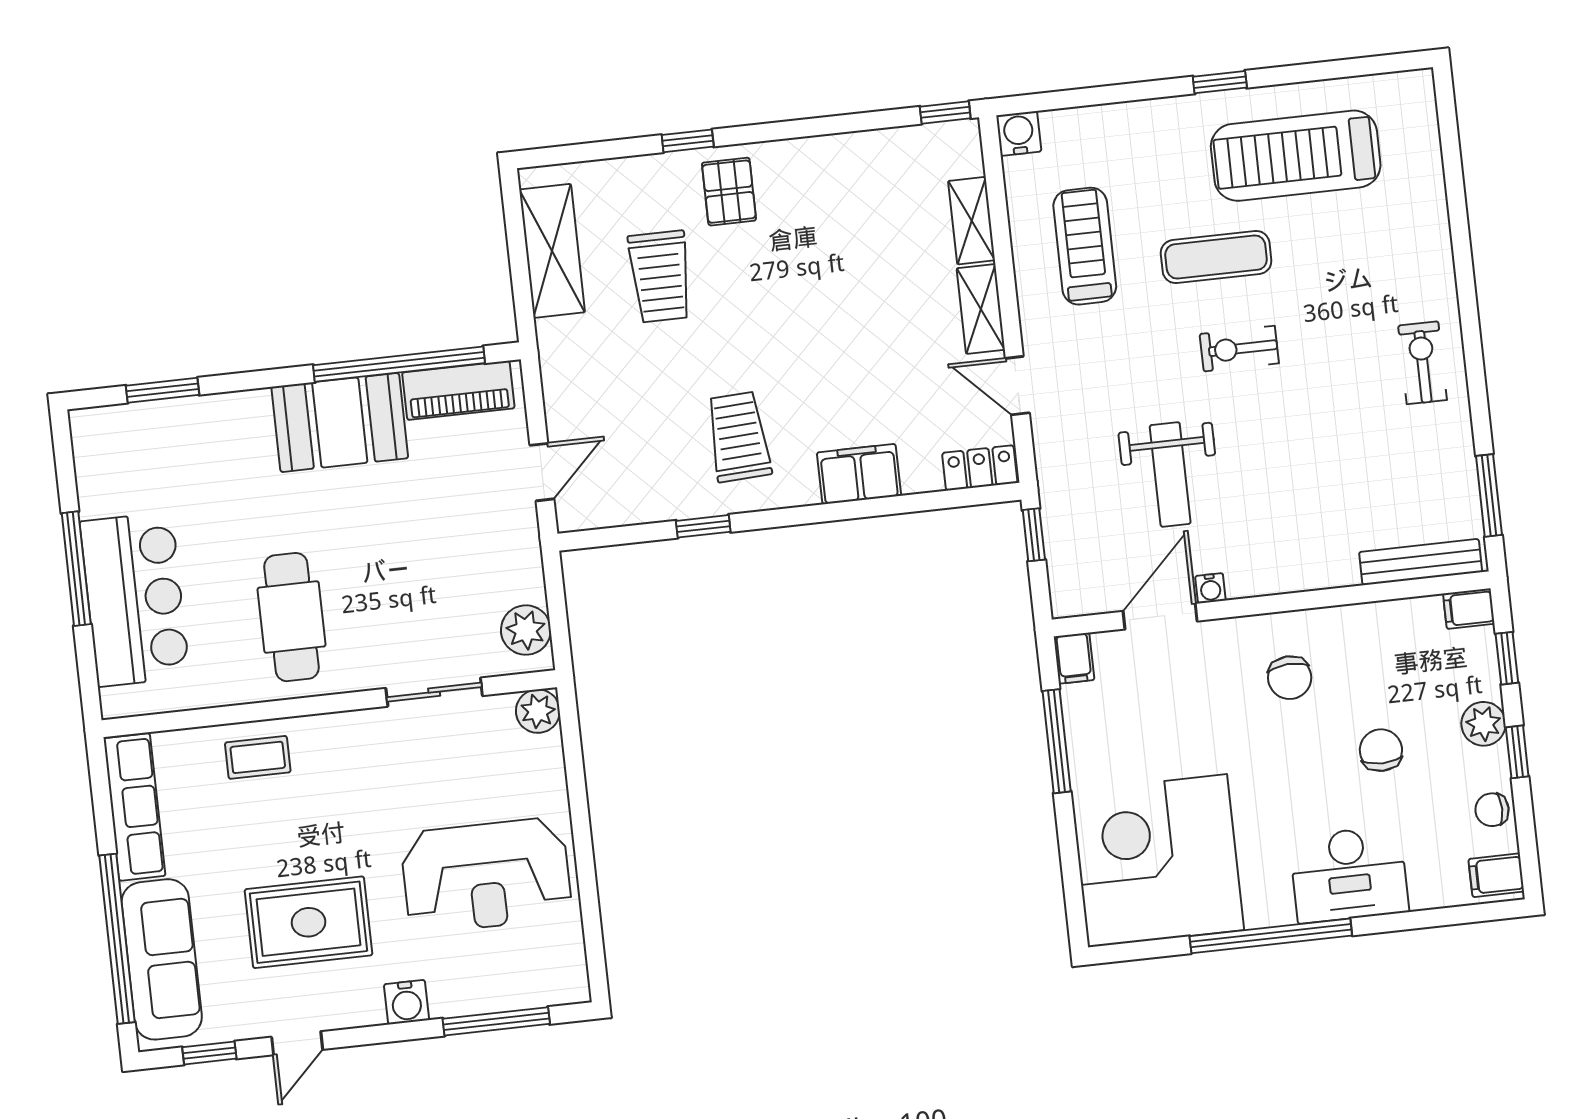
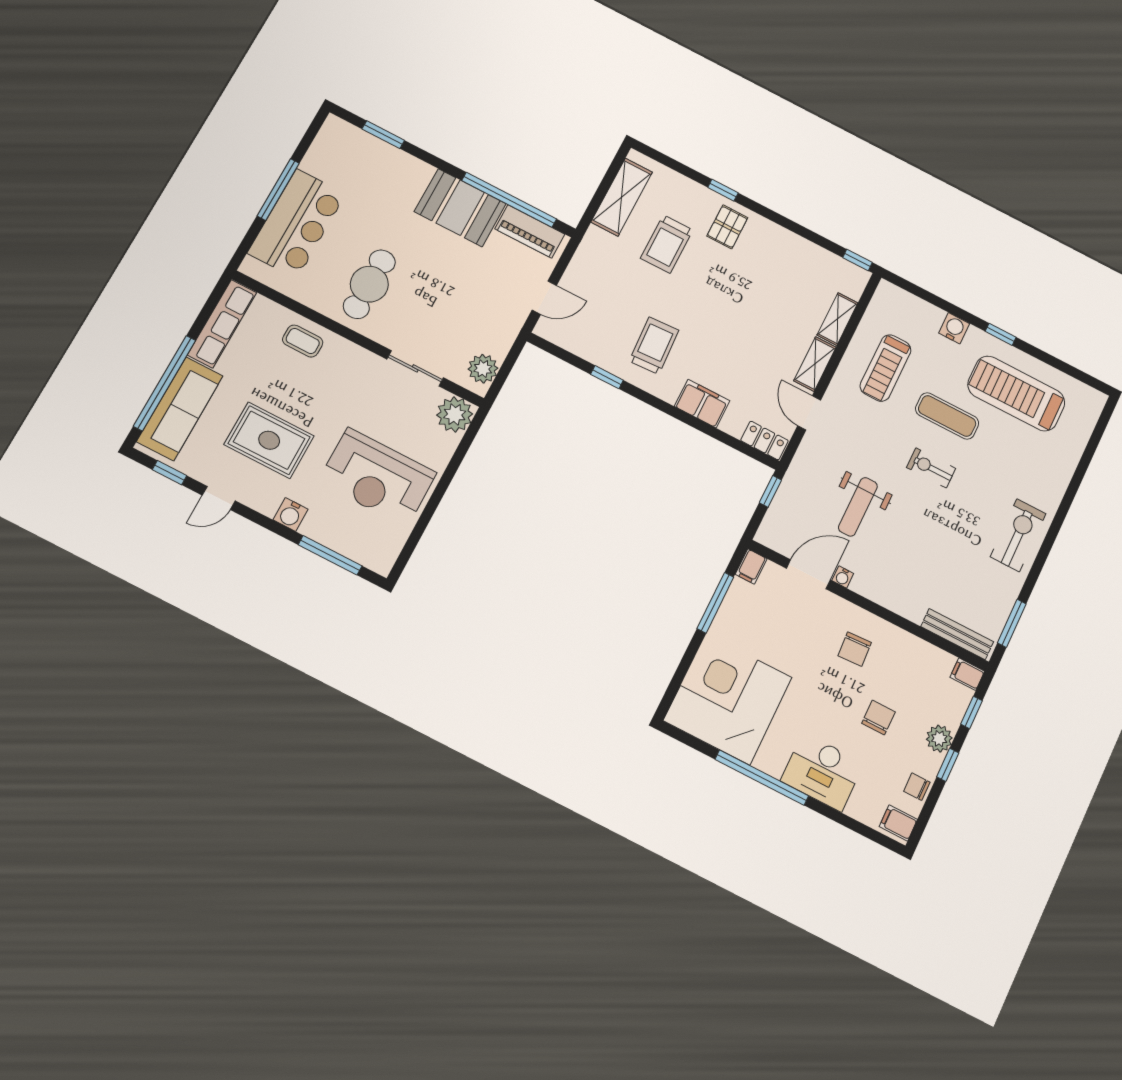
water cooler: (1019, 133) -> (954, 328), moved
treadmill: (1085, 246) -> (886, 368), turned 180
exercise bike: (1423, 363) -> (1018, 535), width x1.38, depth x1.39
plant: (538, 711) -> (455, 415), width x1.36, depth x1.36

